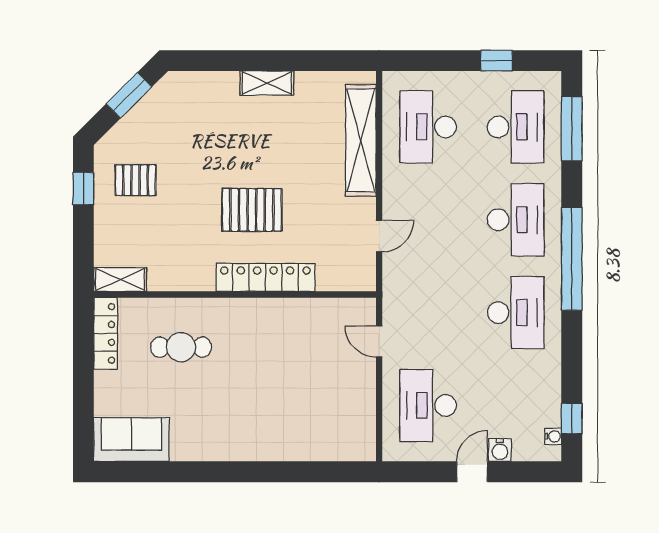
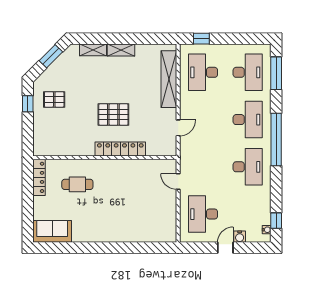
window: (496, 61) -> (201, 39), moved
shelving: (120, 280) -> (93, 50), moved

